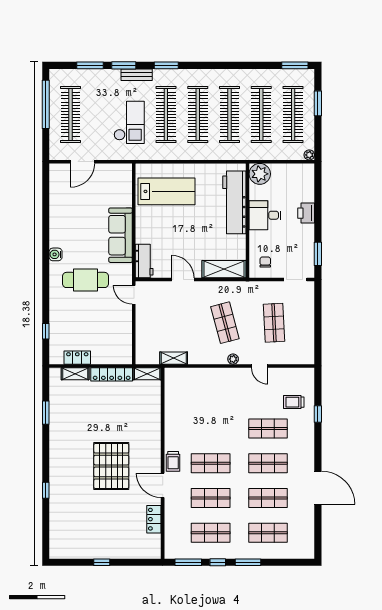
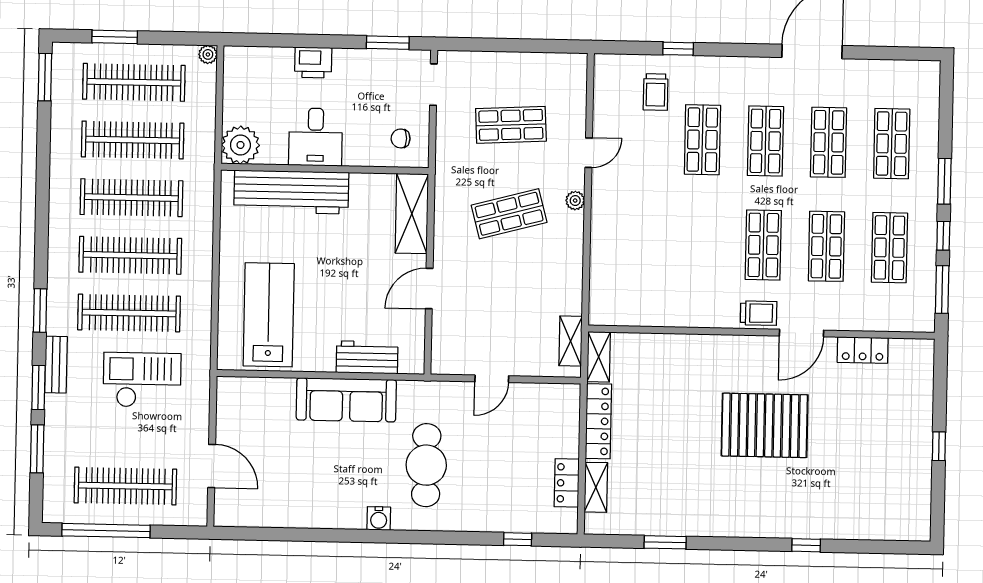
workbench: (144, 261) -> (367, 357), moved
door: (134, 295) -> (492, 379), moved
shelving: (174, 358) -> (571, 341), moved

